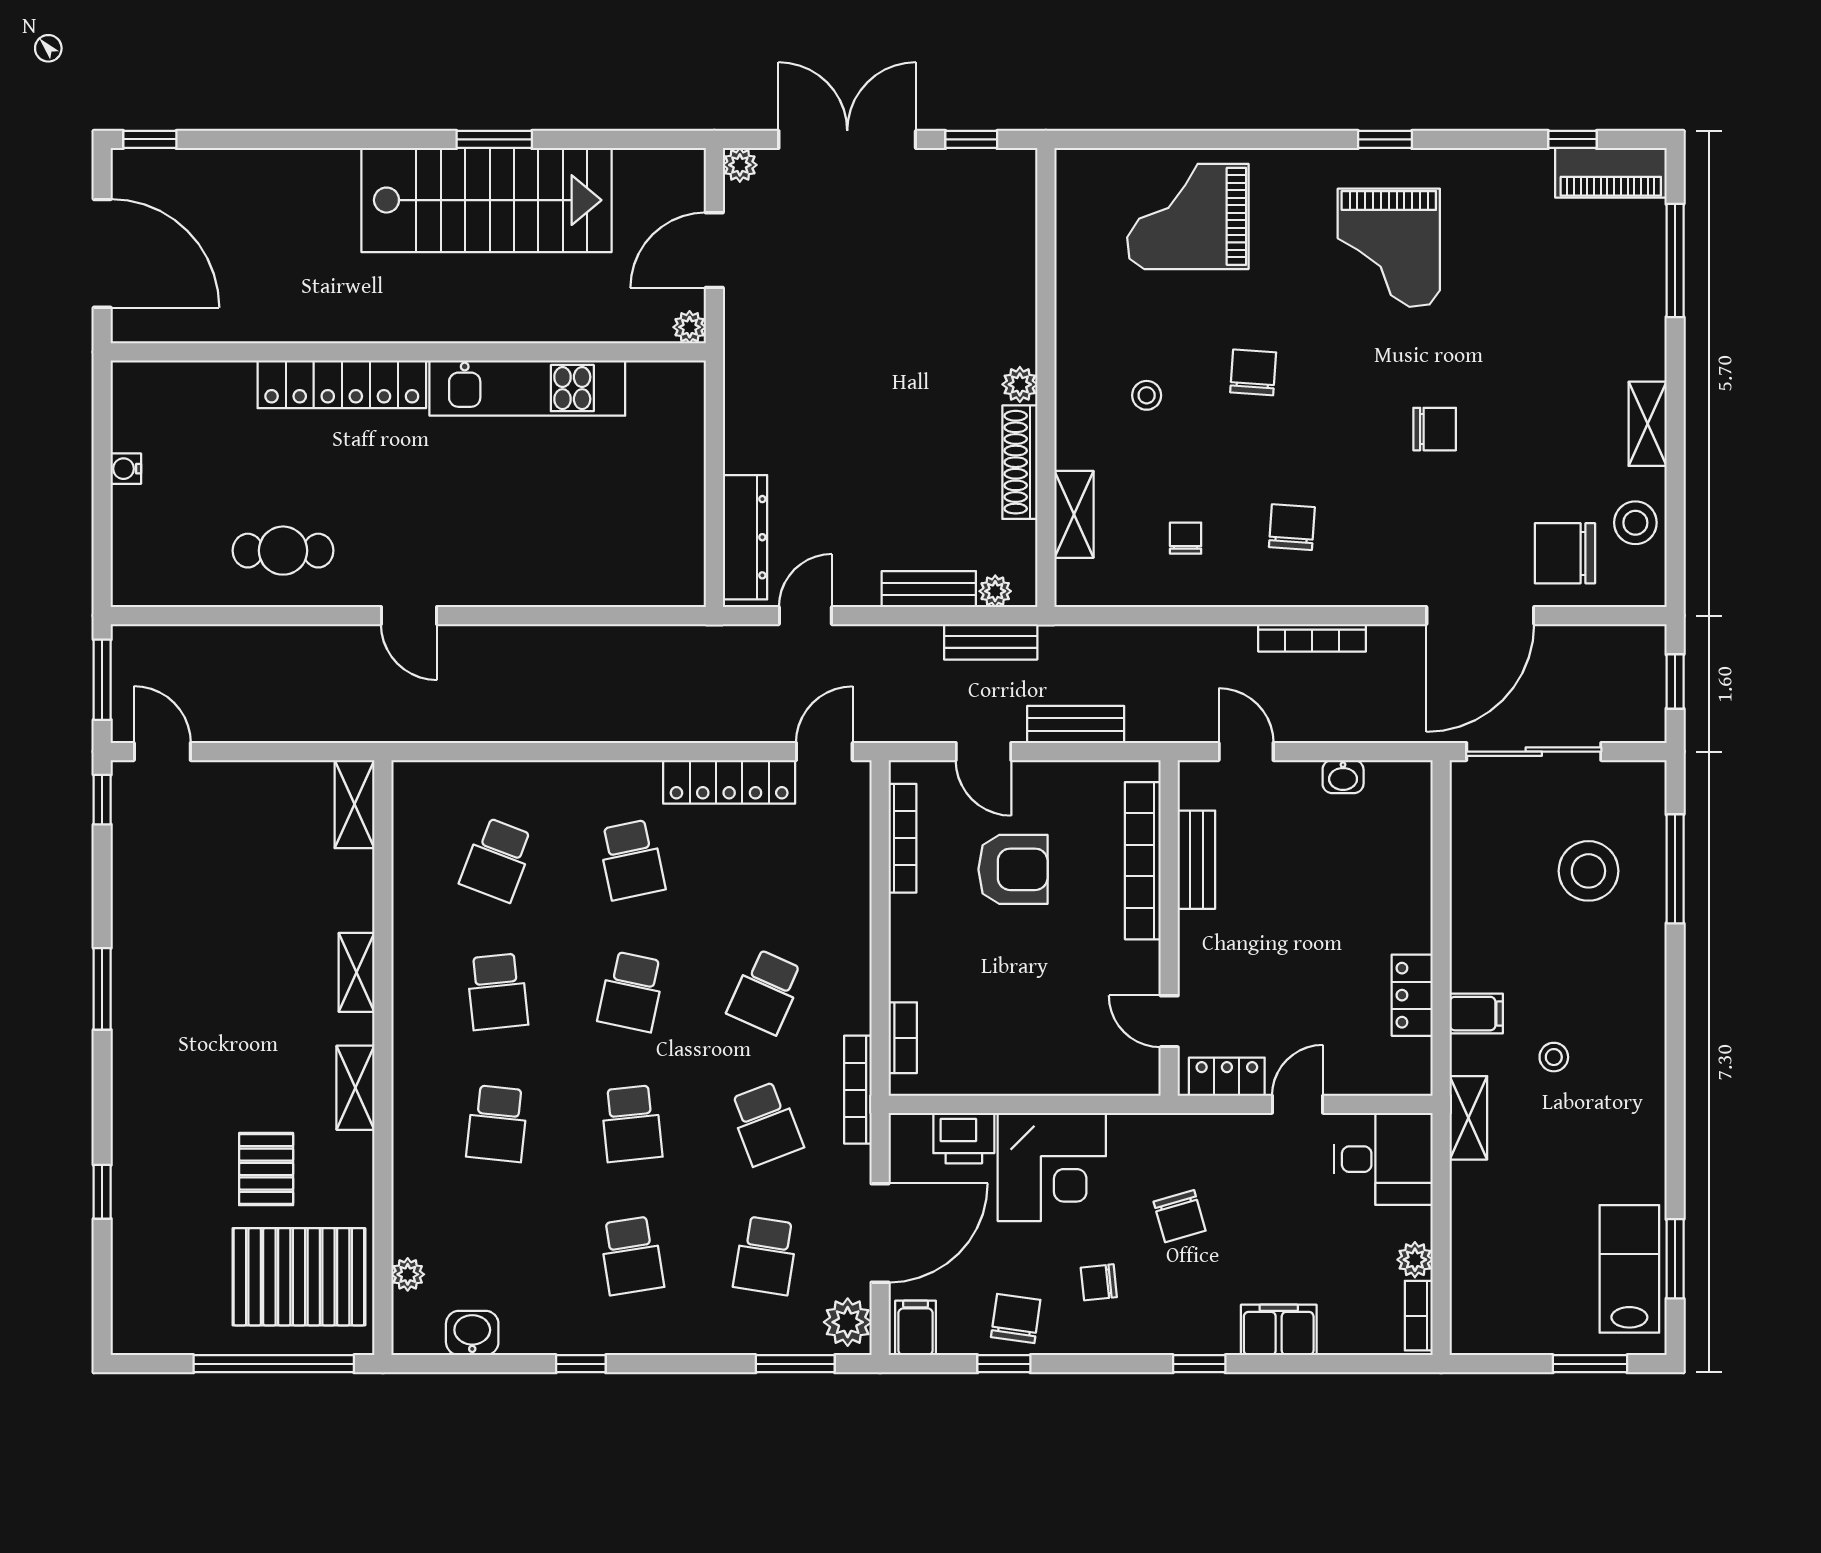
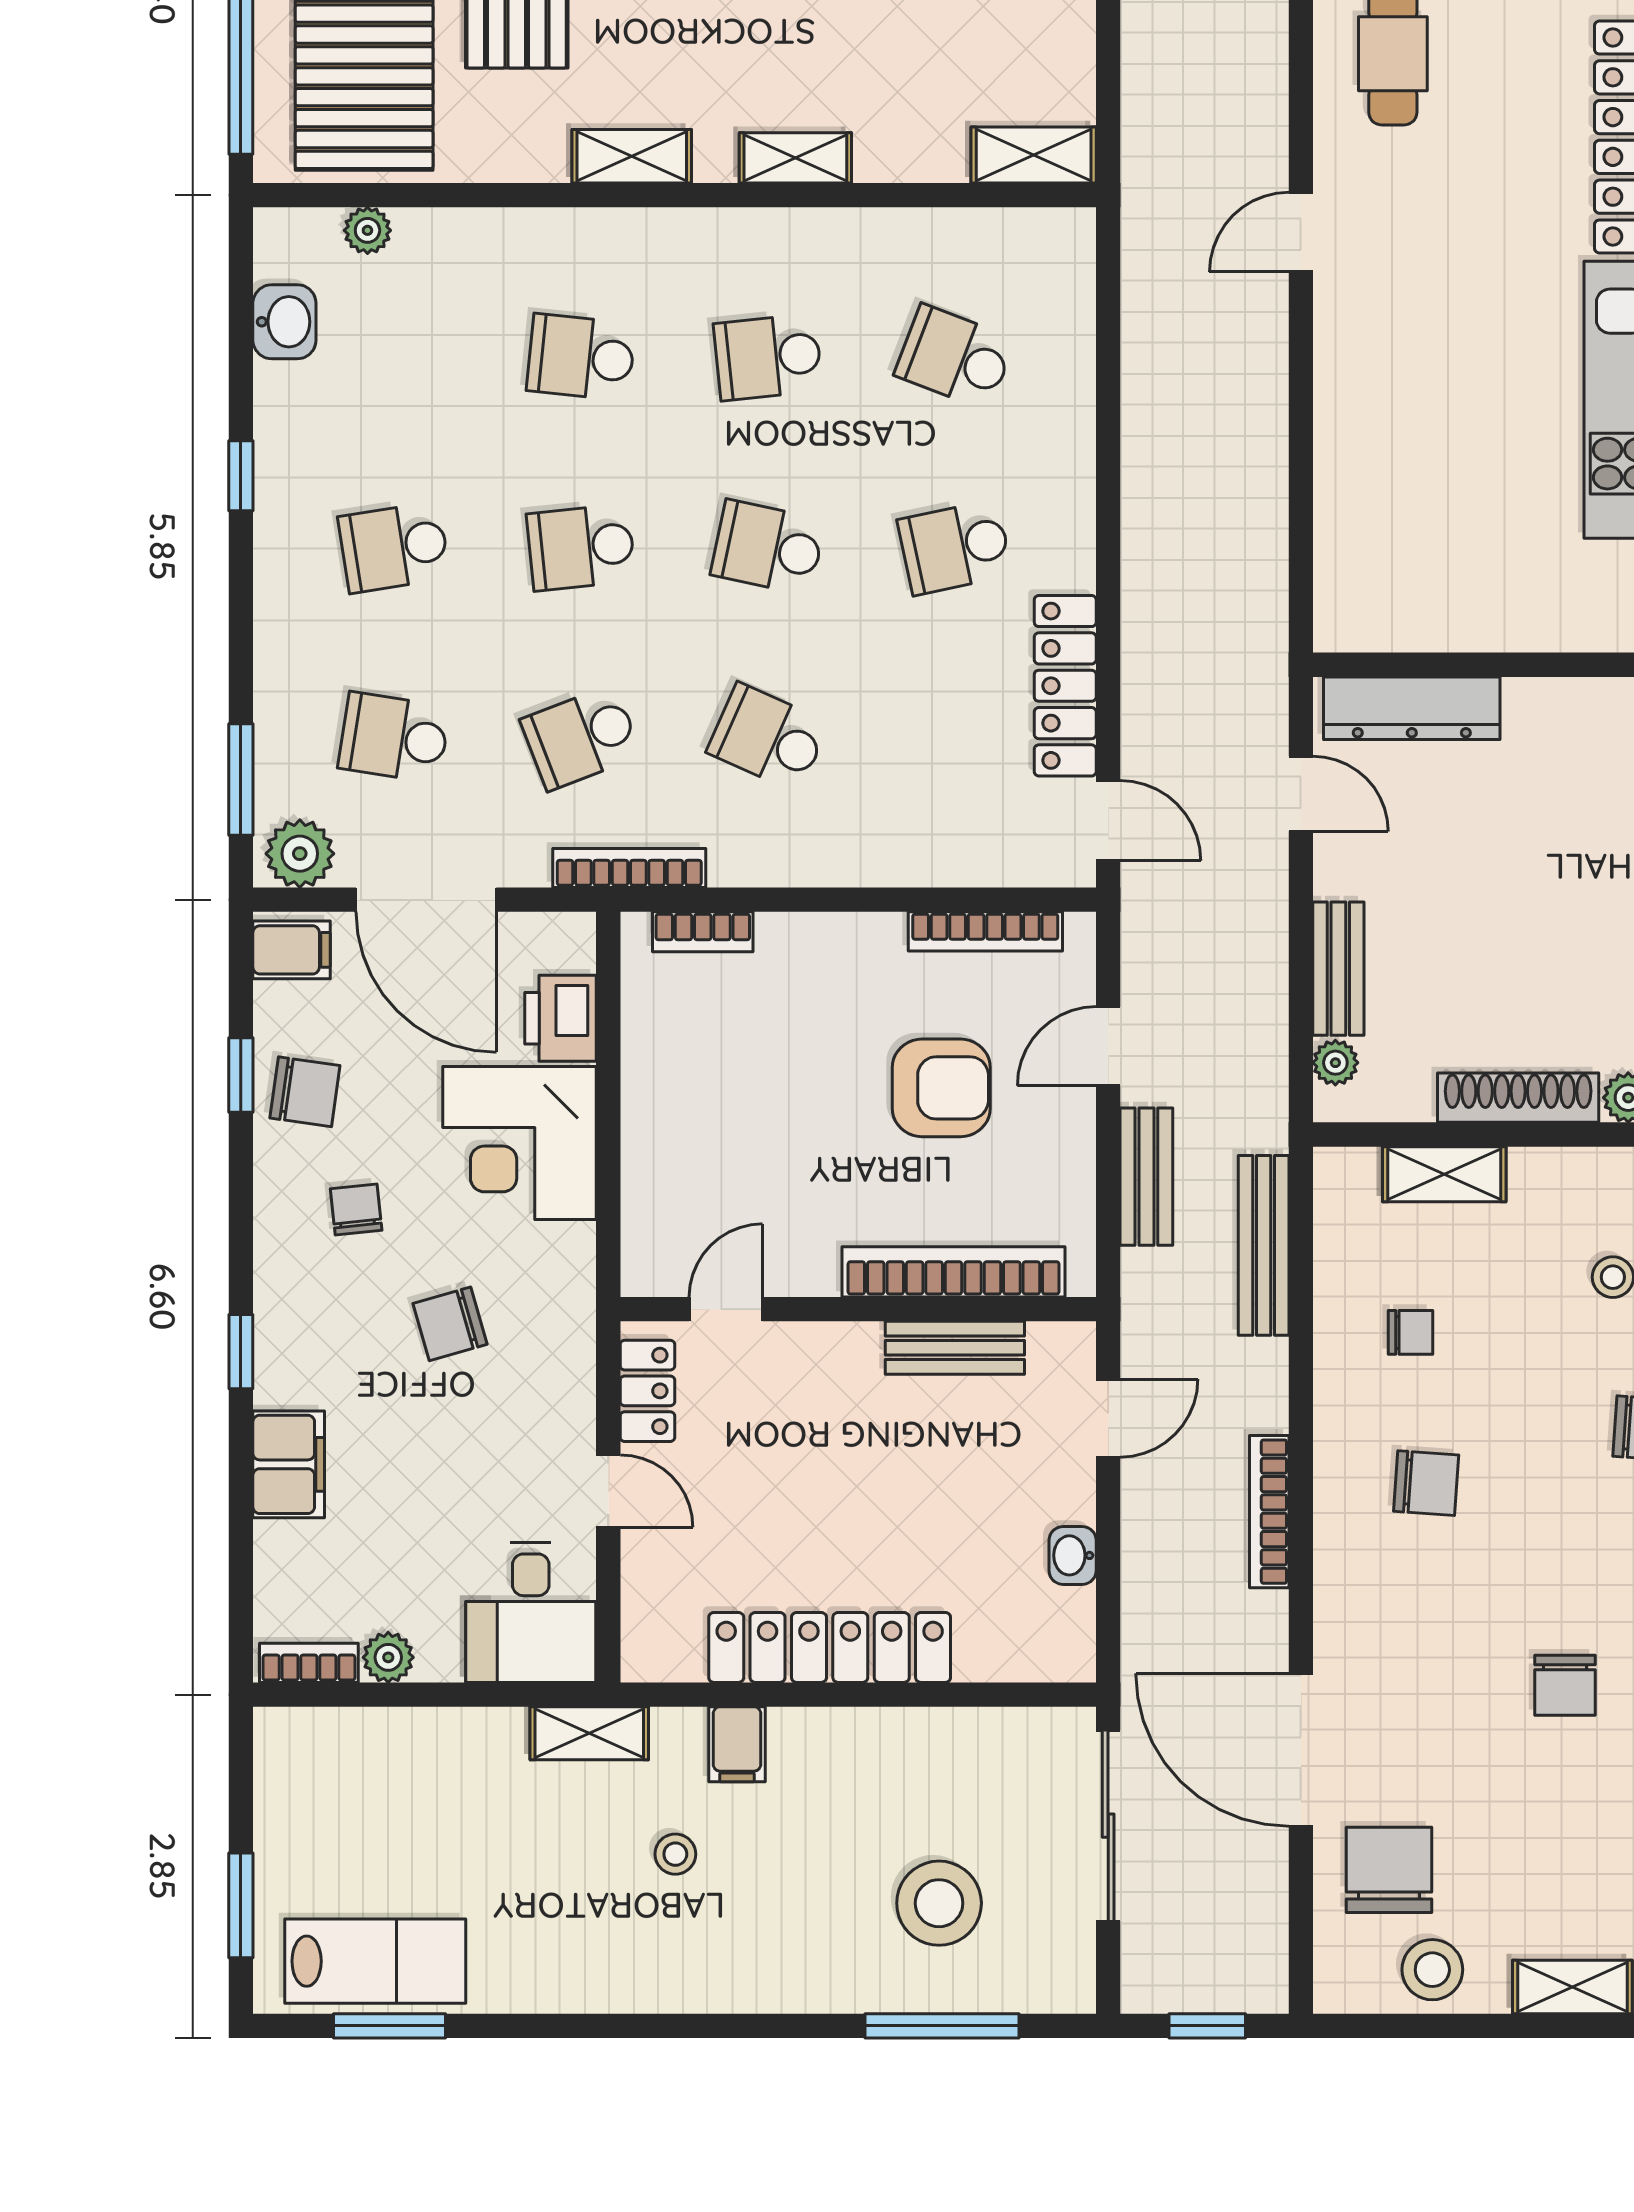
bench: (991, 642) -> (1264, 1245), moved, width x1.36
armchair: (1013, 869) -> (941, 1088), turned -90
locker: (1412, 995) -> (830, 1647), width x2.16, depth x1.21

